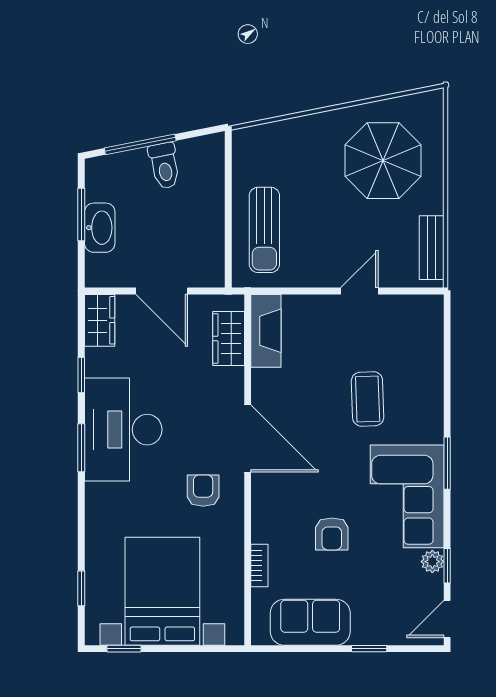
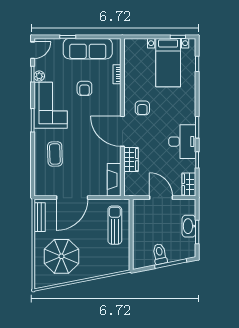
door: (359, 291) -> (72, 198), width x1.87
wardrobe: (229, 339) -> (131, 160), moved
coffee table: (368, 399) -> (55, 154), moved
desk: (123, 430) -> (182, 142), width x0.73, depth x0.77
armchair: (332, 534) -> (84, 88), turned 180
bed with nightstands: (162, 591) -> (168, 63), width x0.73
sofa: (310, 622) -> (88, 49), width x1.36

